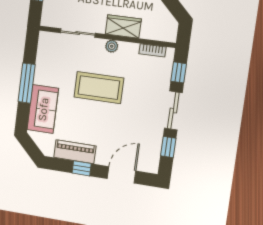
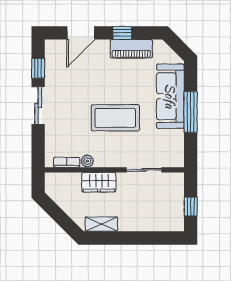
plant: (112, 46) -> (87, 161), moved
window: (179, 72) -> (38, 144), removed
sofa: (43, 109) -> (170, 96), width x1.36

